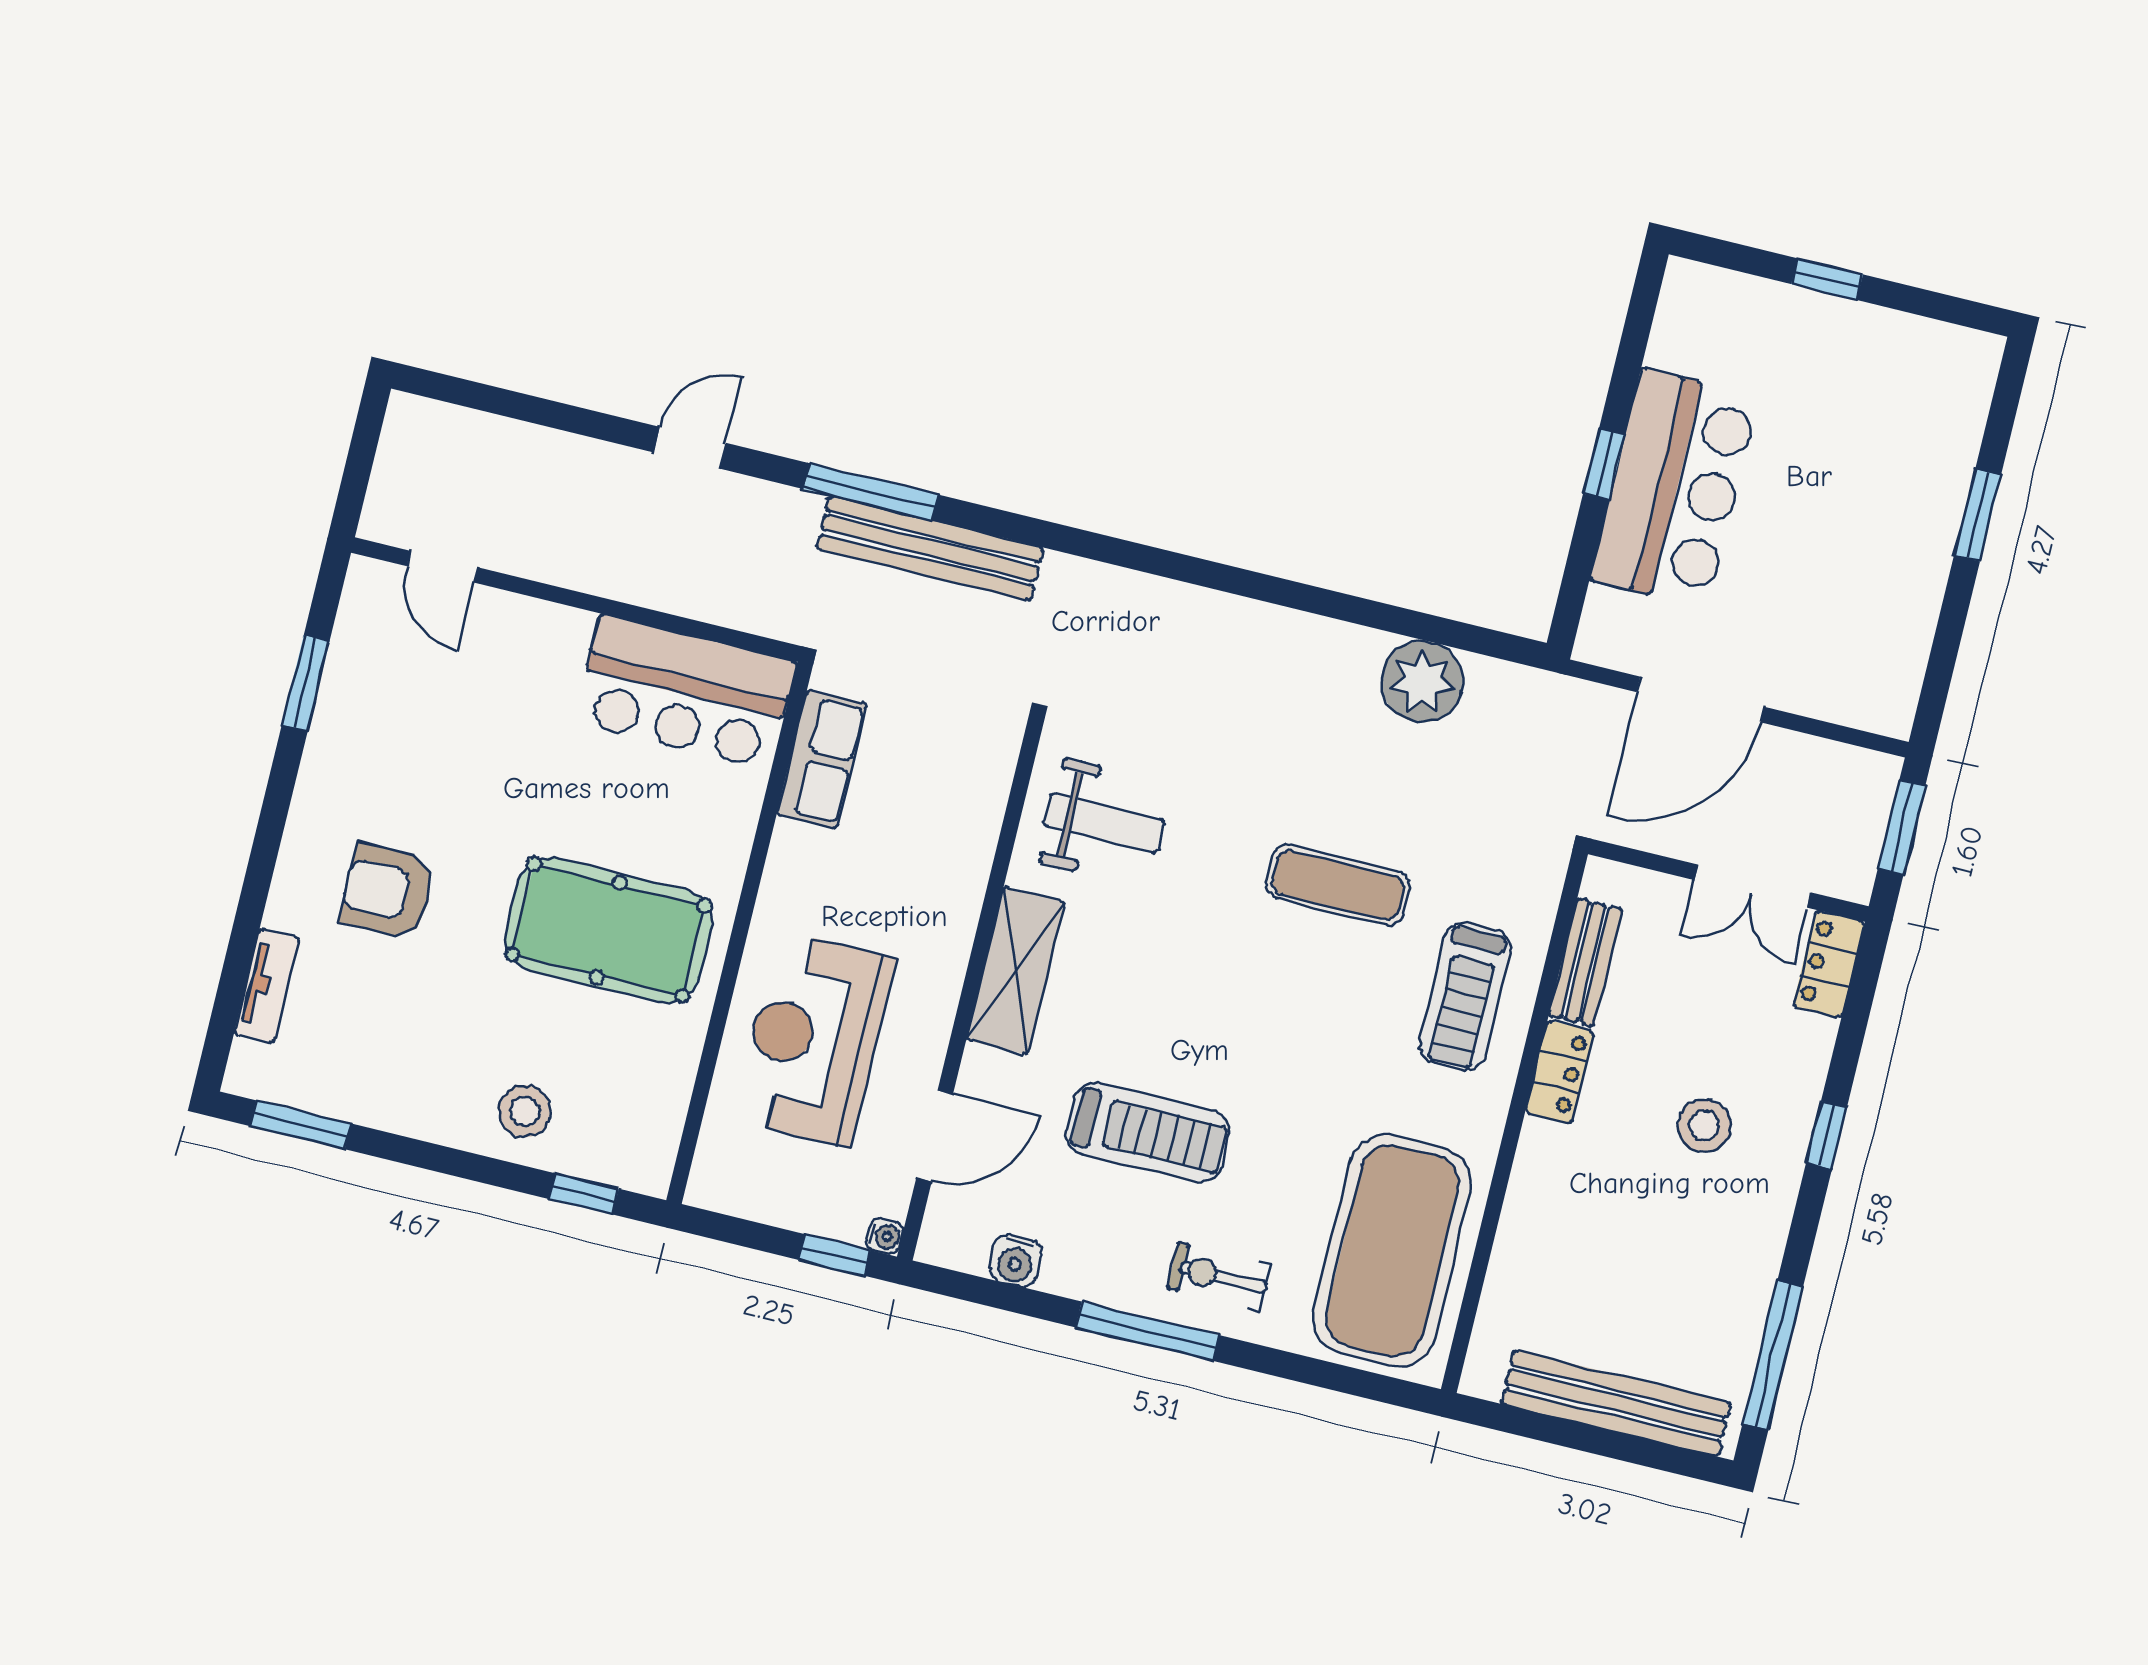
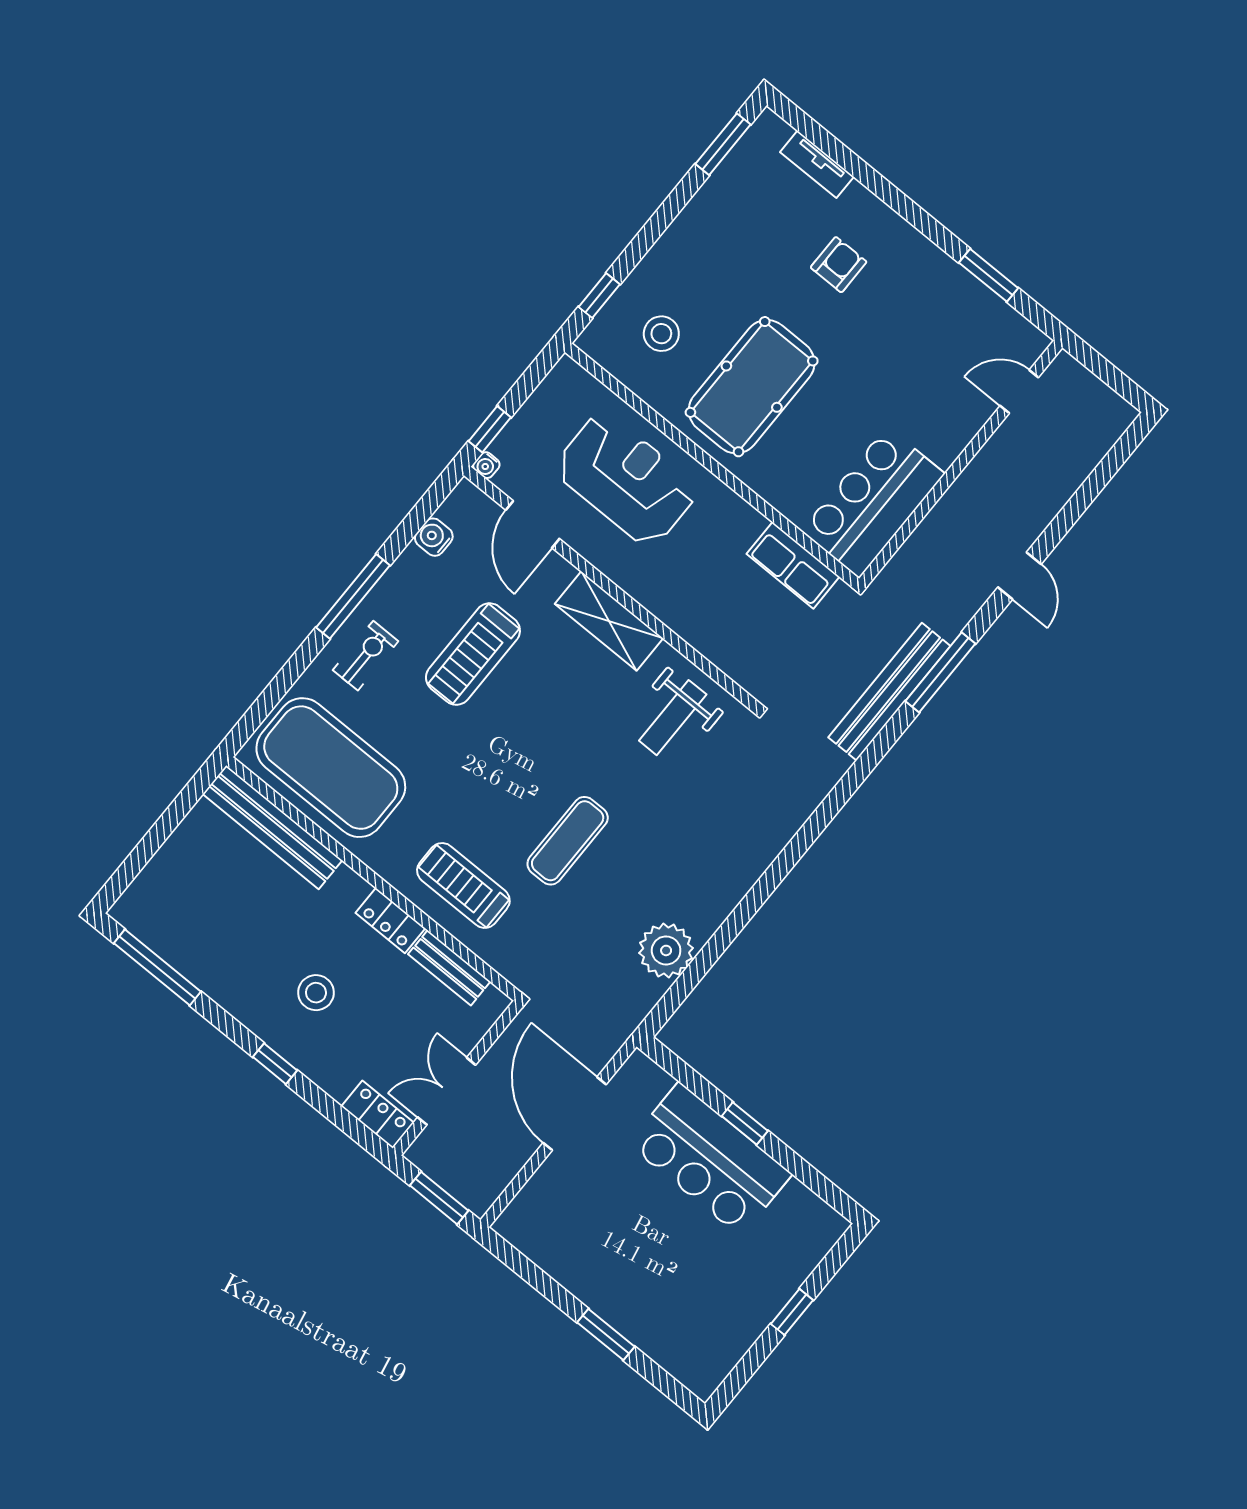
armchair: (388, 892) -> (839, 265), width x0.72, depth x0.72
stool: (525, 1111) -> (661, 334), moved
bench: (1616, 1403) -> (272, 827), moved, turned 90

